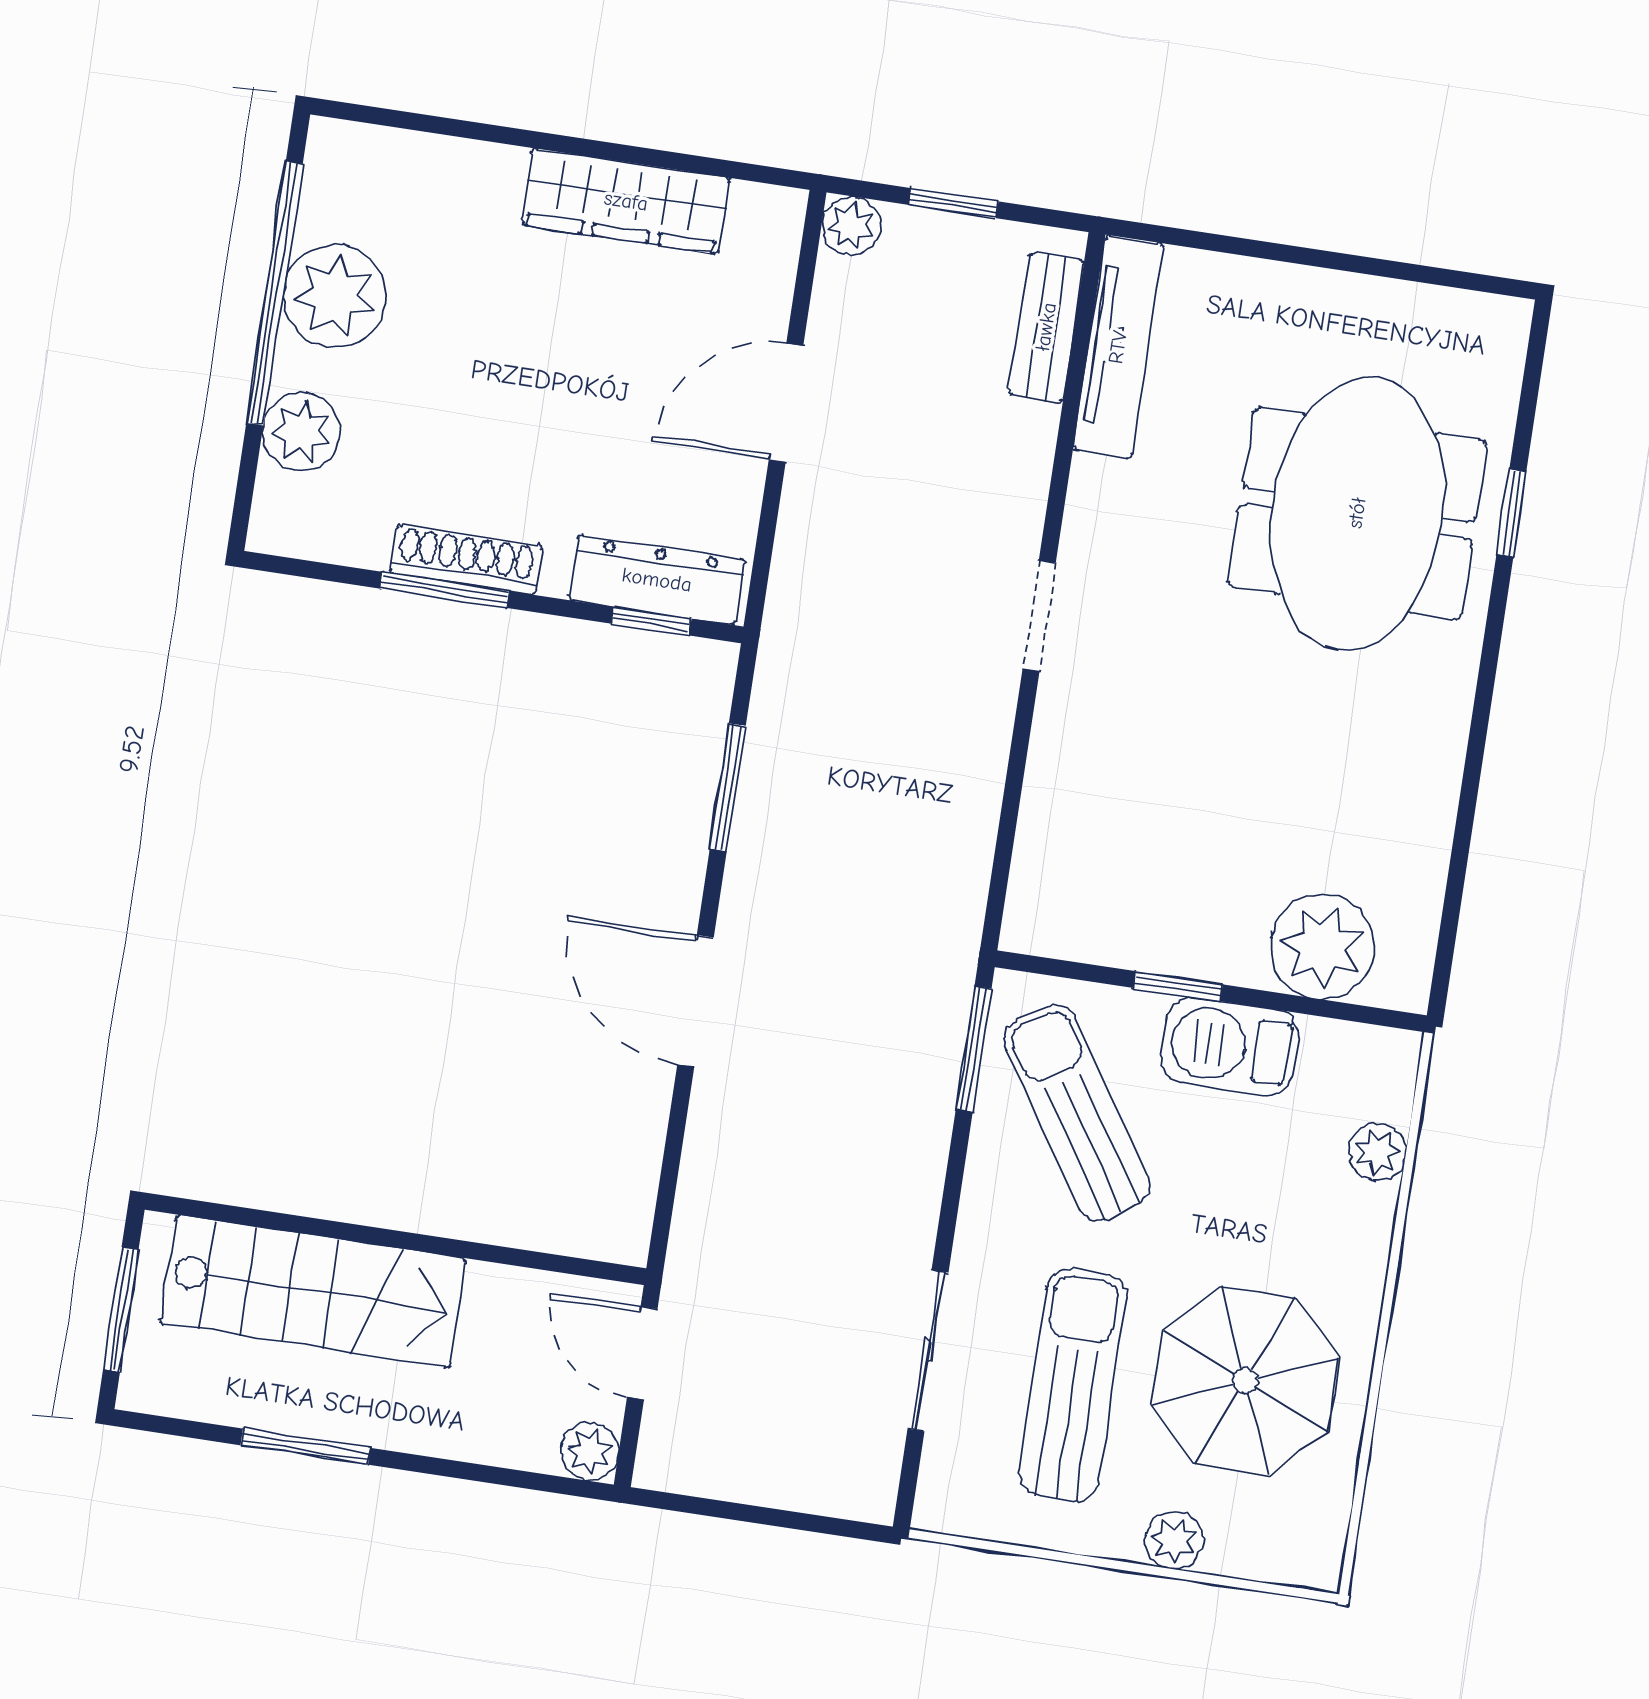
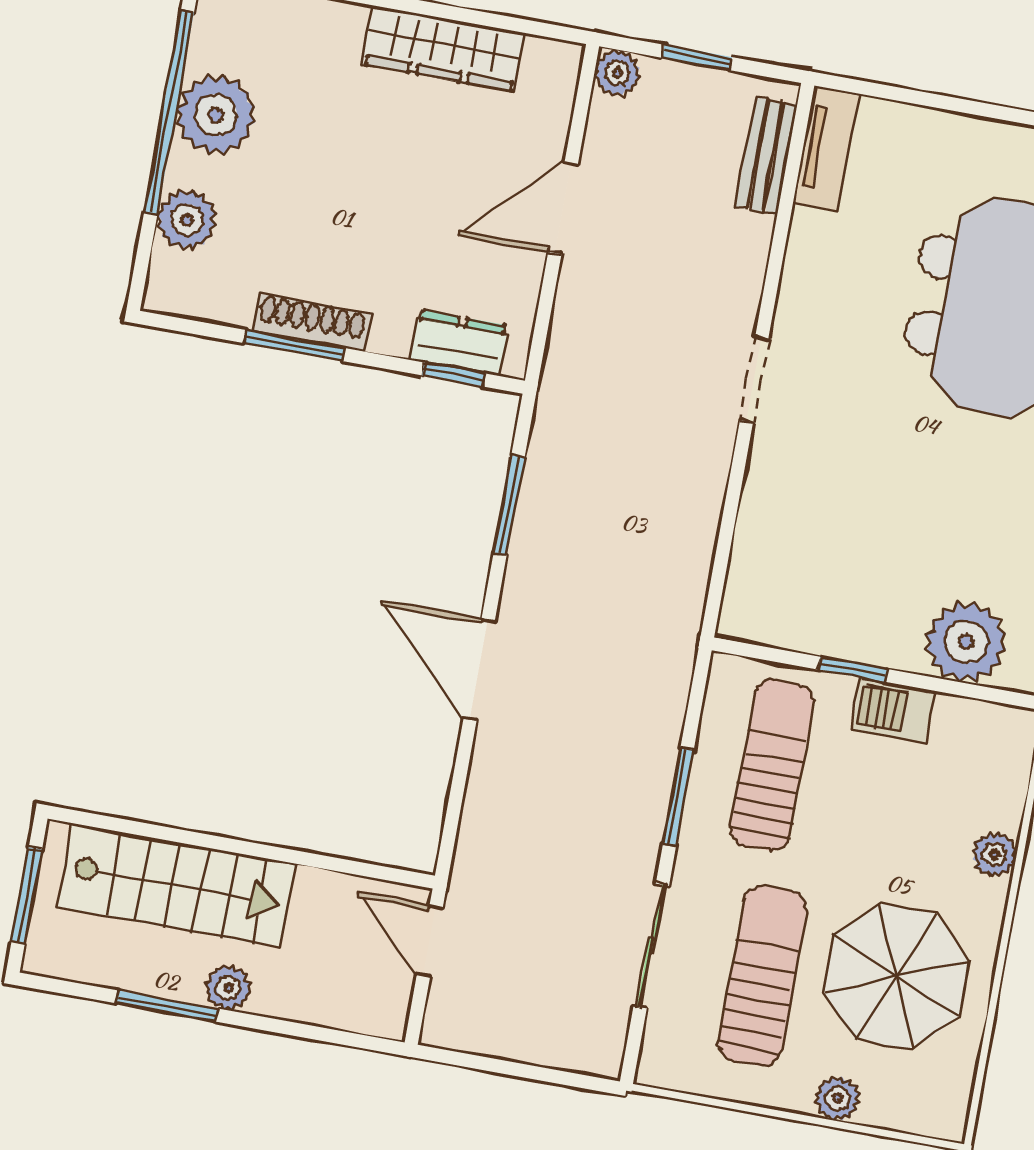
tv unit: (1118, 347) -> (826, 149), width x0.71
dresser: (657, 580) -> (459, 343), width x0.70
barbecue: (1230, 1046) -> (893, 710), width x0.73, depth x0.79
window: (974, 1049) -> (678, 797), moved
sun lounger: (1077, 1113) -> (772, 765), turned 33
plant: (1377, 1152) -> (994, 854), moved
plant: (590, 1452) -> (228, 988), moved

